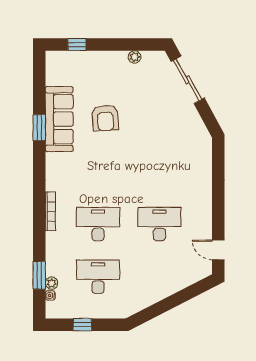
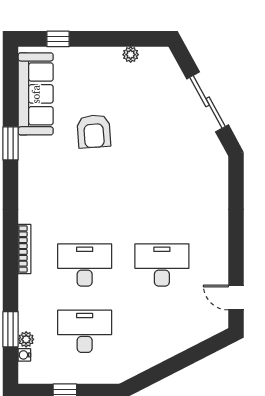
sliding door: (188, 80) -> (208, 102), moved
sofa: (59, 119) -> (36, 94), moved

